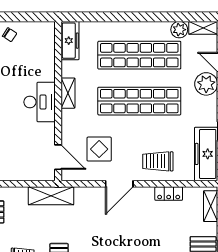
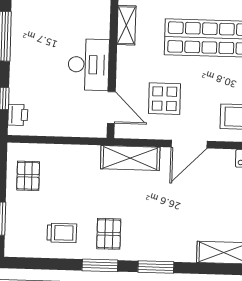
desk: (40, 102) -> (89, 65), moved
shelving: (51, 196) -> (130, 158), moved

